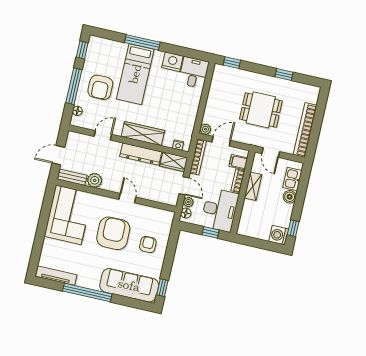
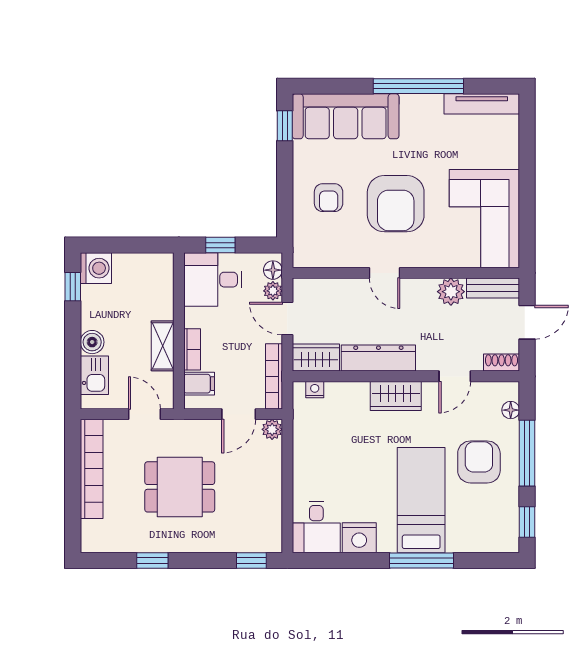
wardrobe: (143, 134) -> (396, 396), width x0.67
shoe rack: (77, 137) -> (502, 363), added
desk: (220, 210) -> (213, 280), width x0.73

